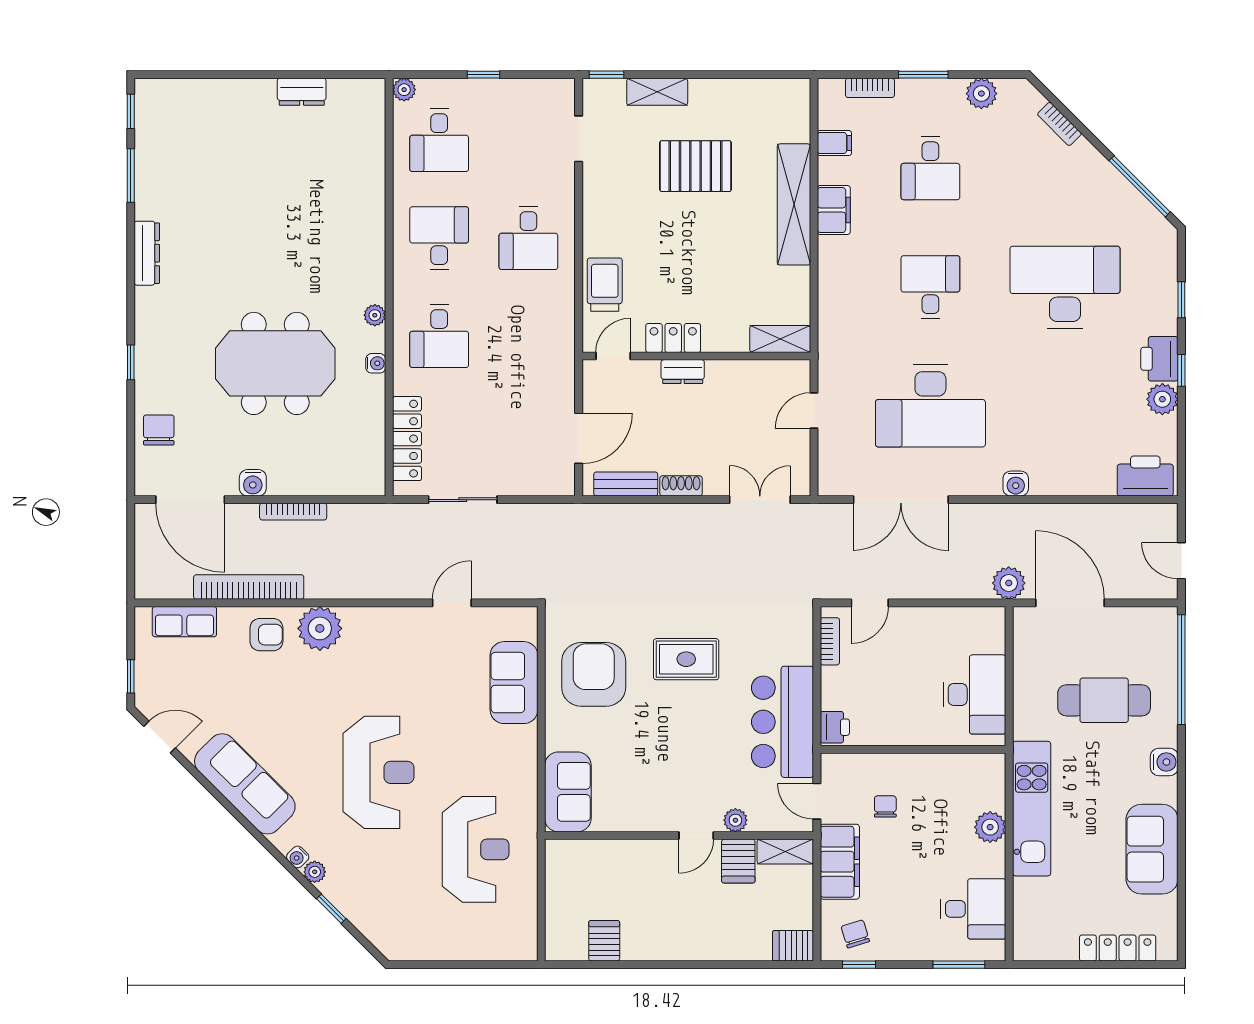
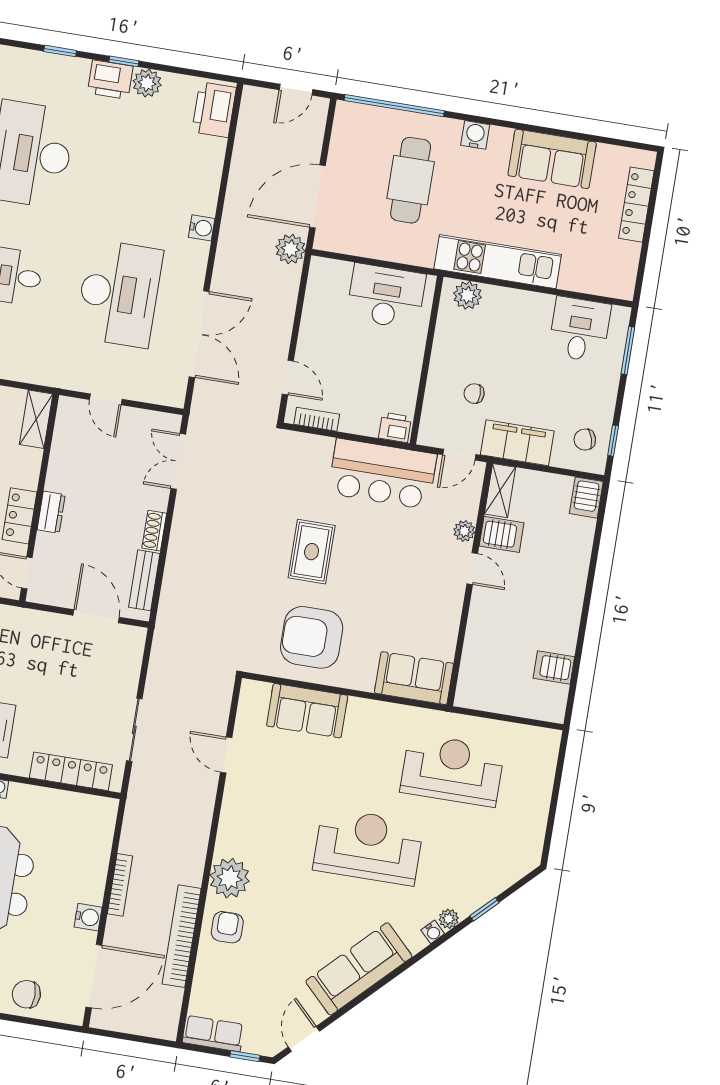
row of seats: (184, 622) -> (213, 1033), moved, turned -90
plant: (990, 827) -> (467, 295), moved

